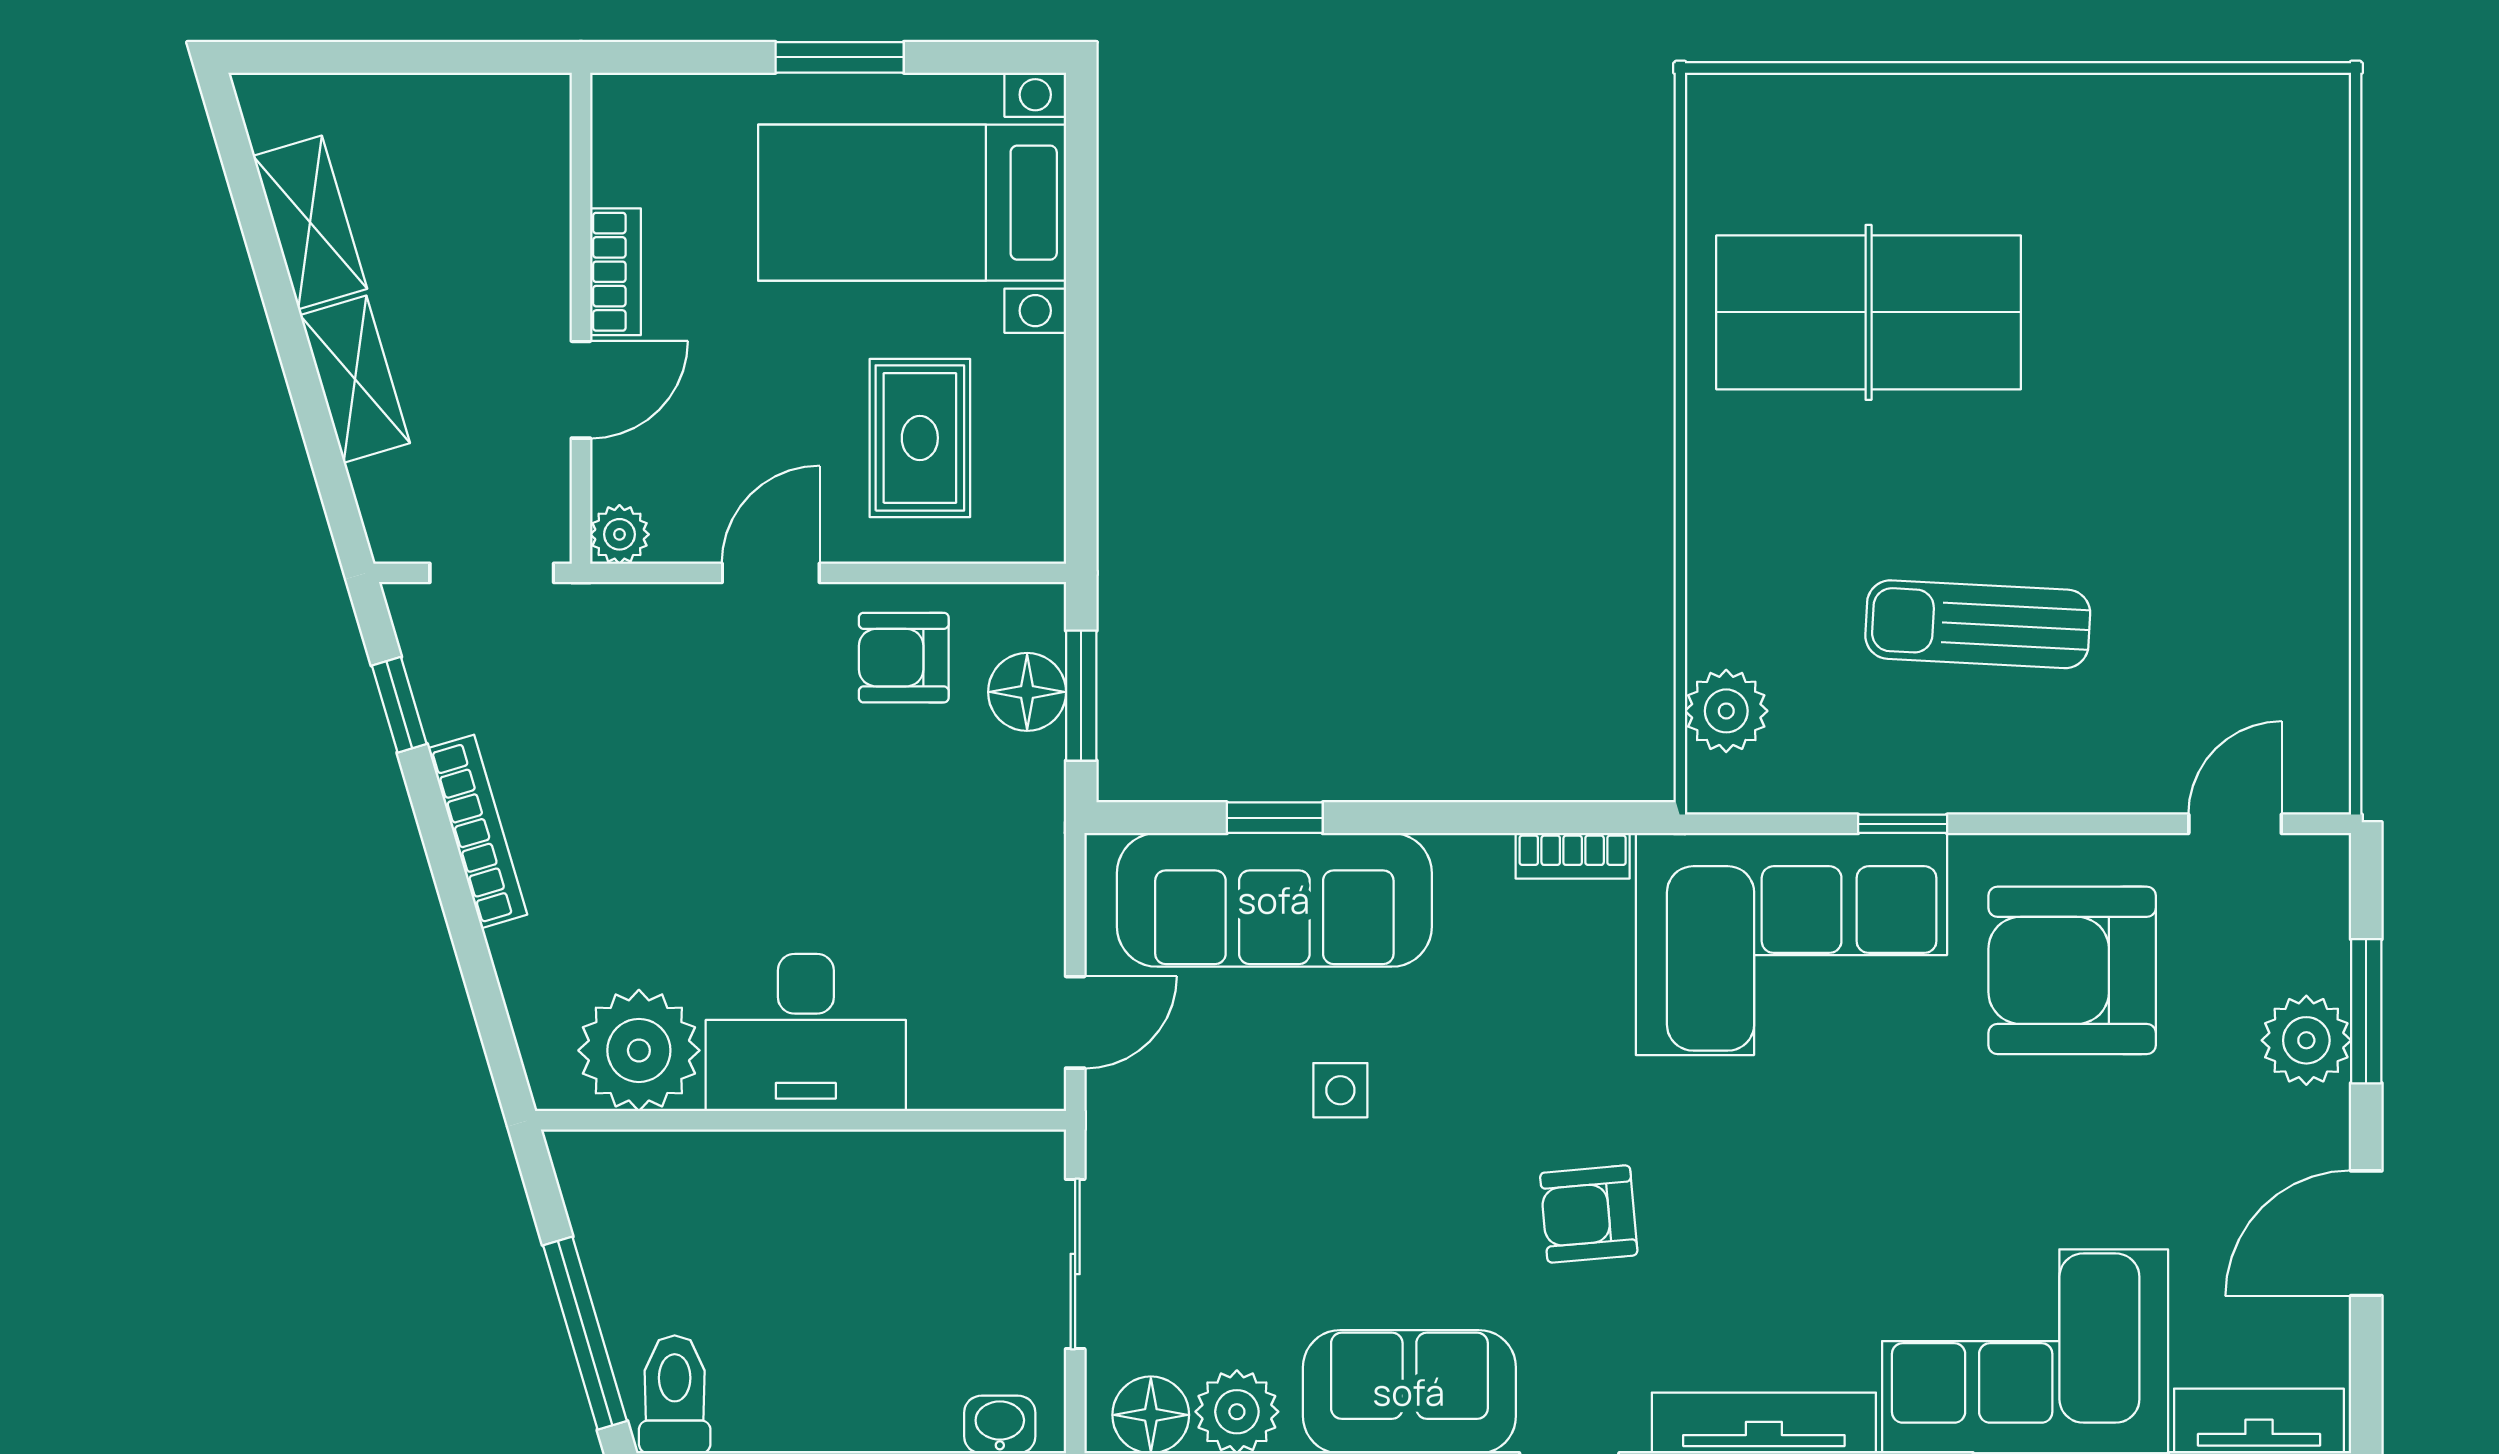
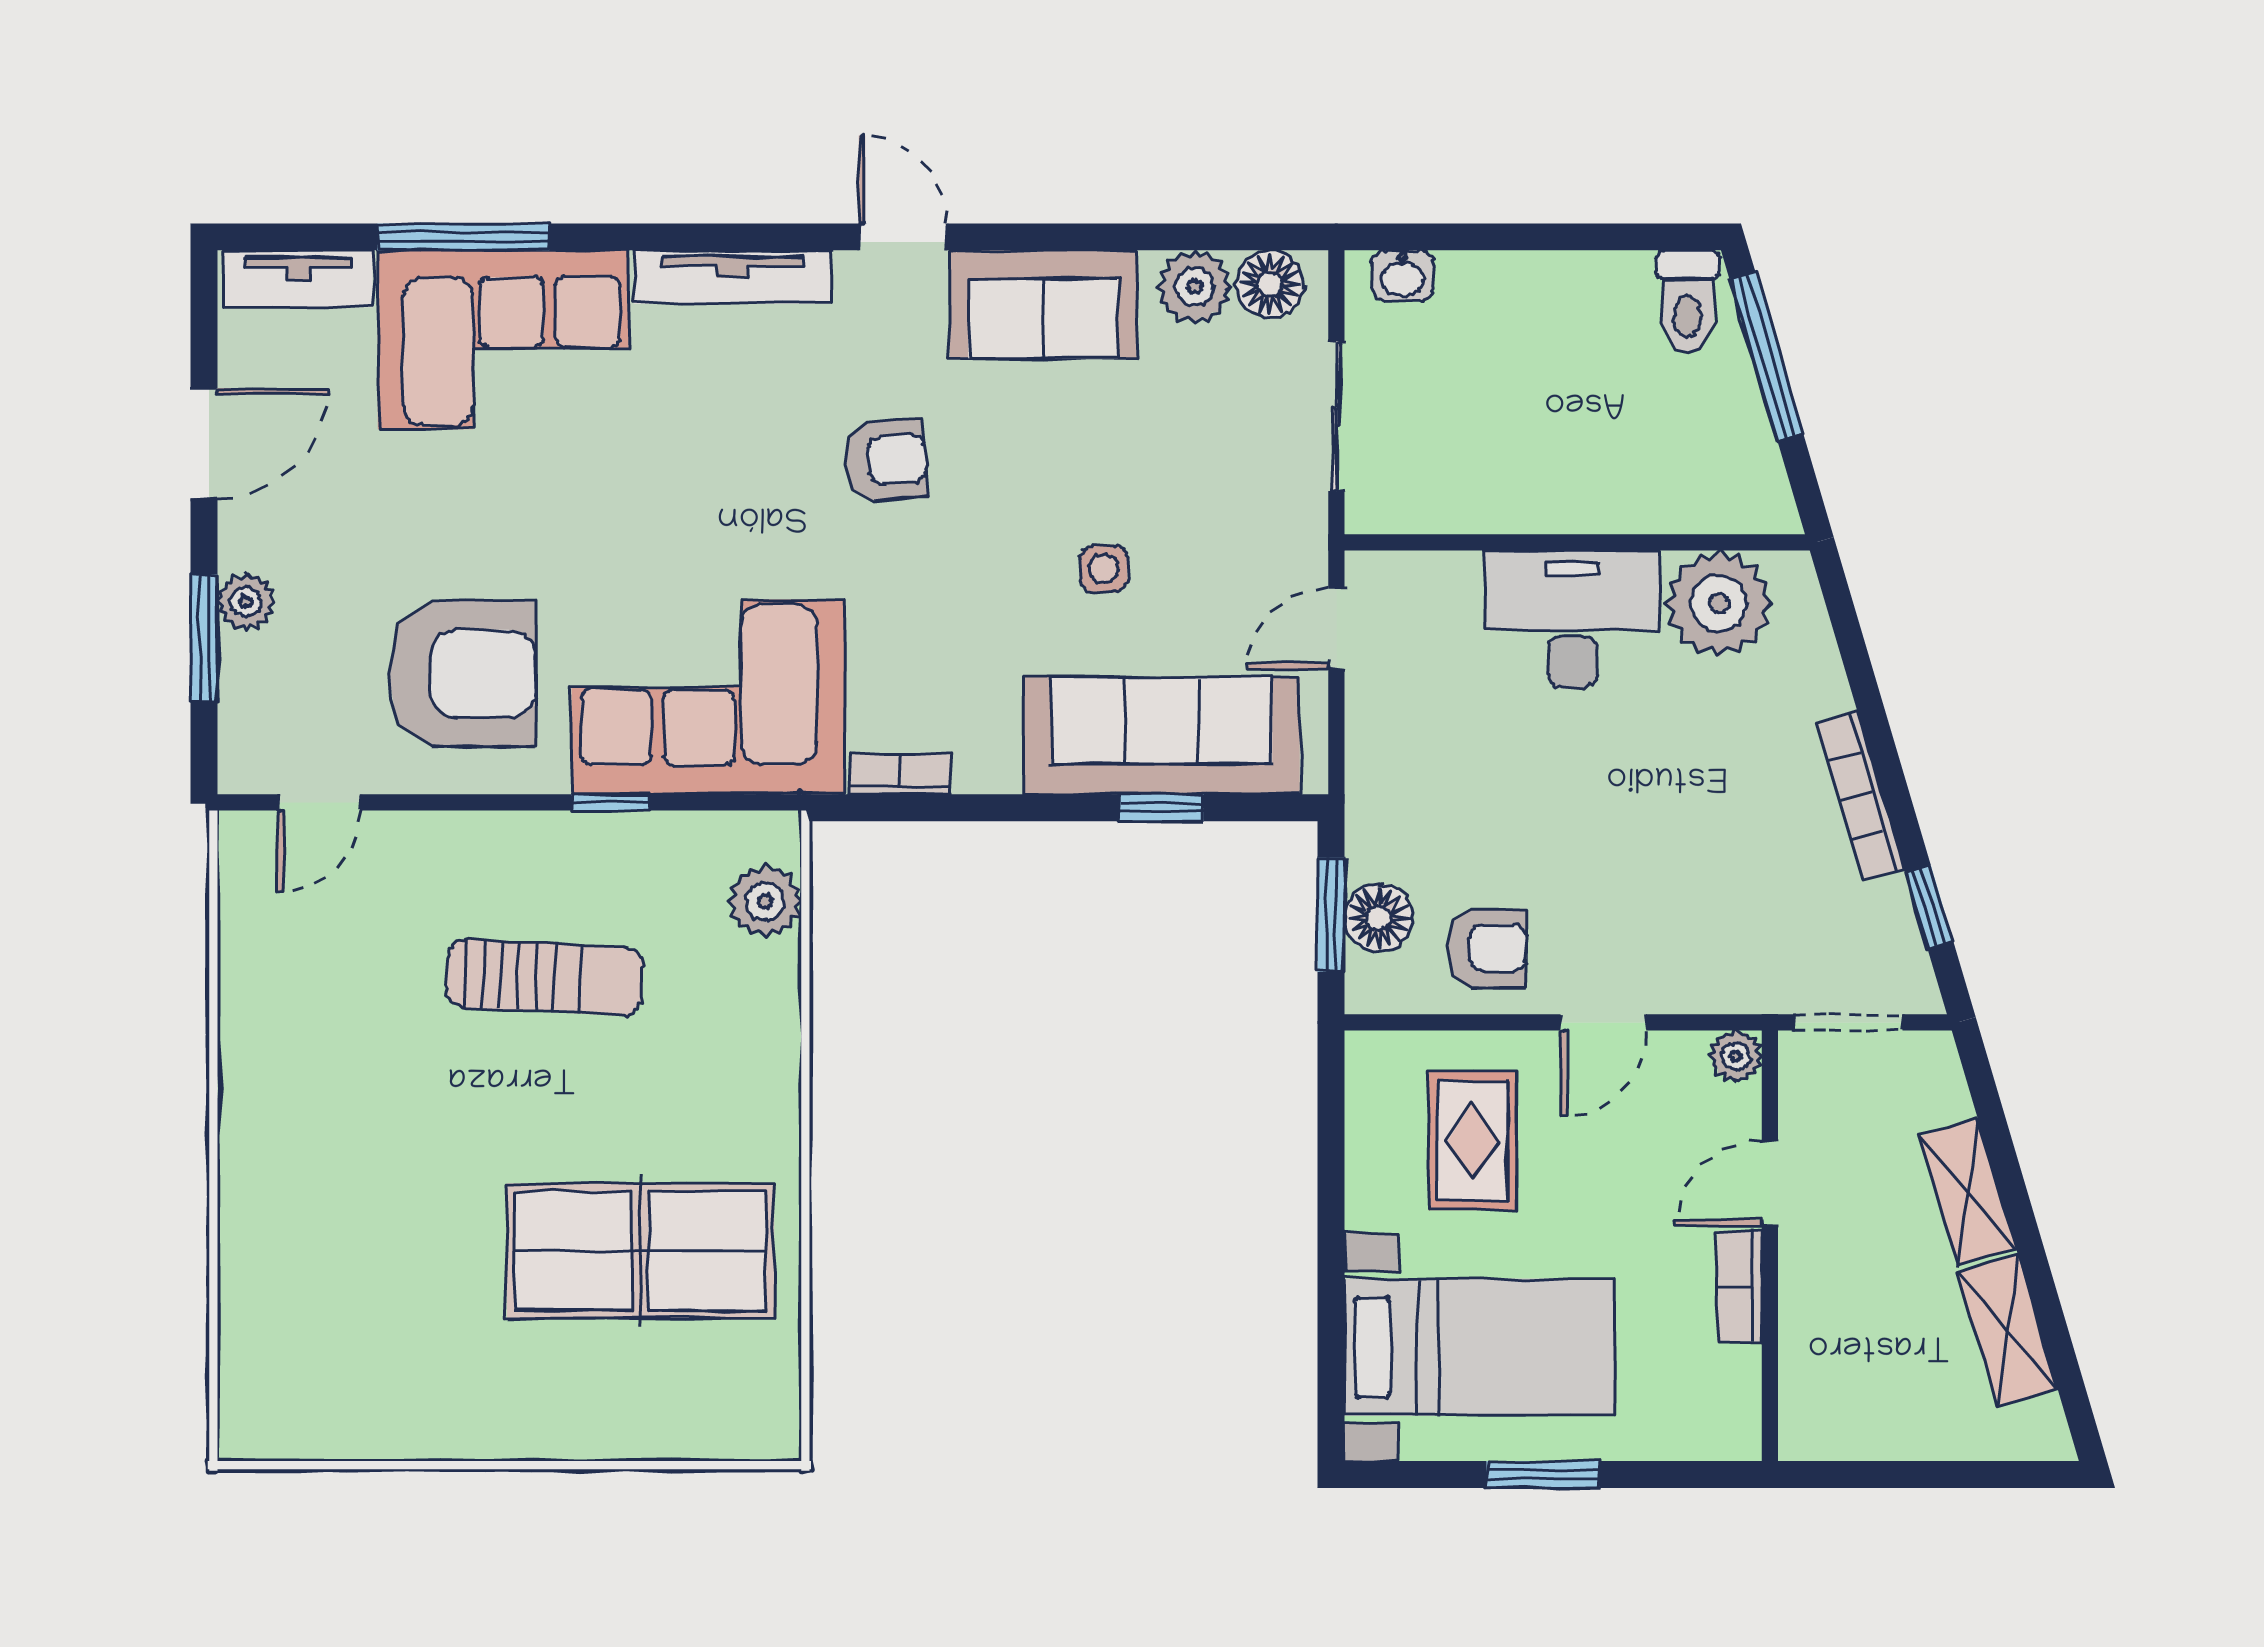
plant: (2306, 1040) -> (246, 602), width x0.73, depth x0.73

